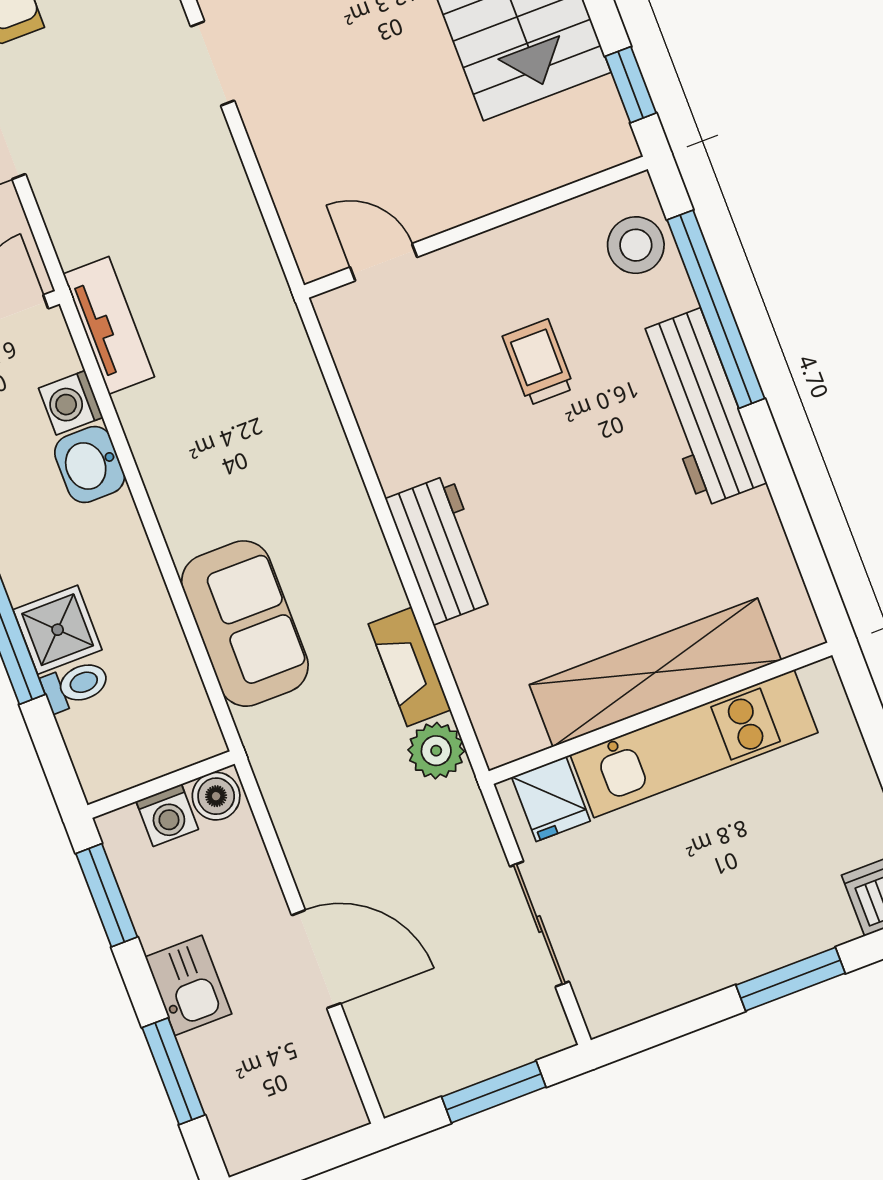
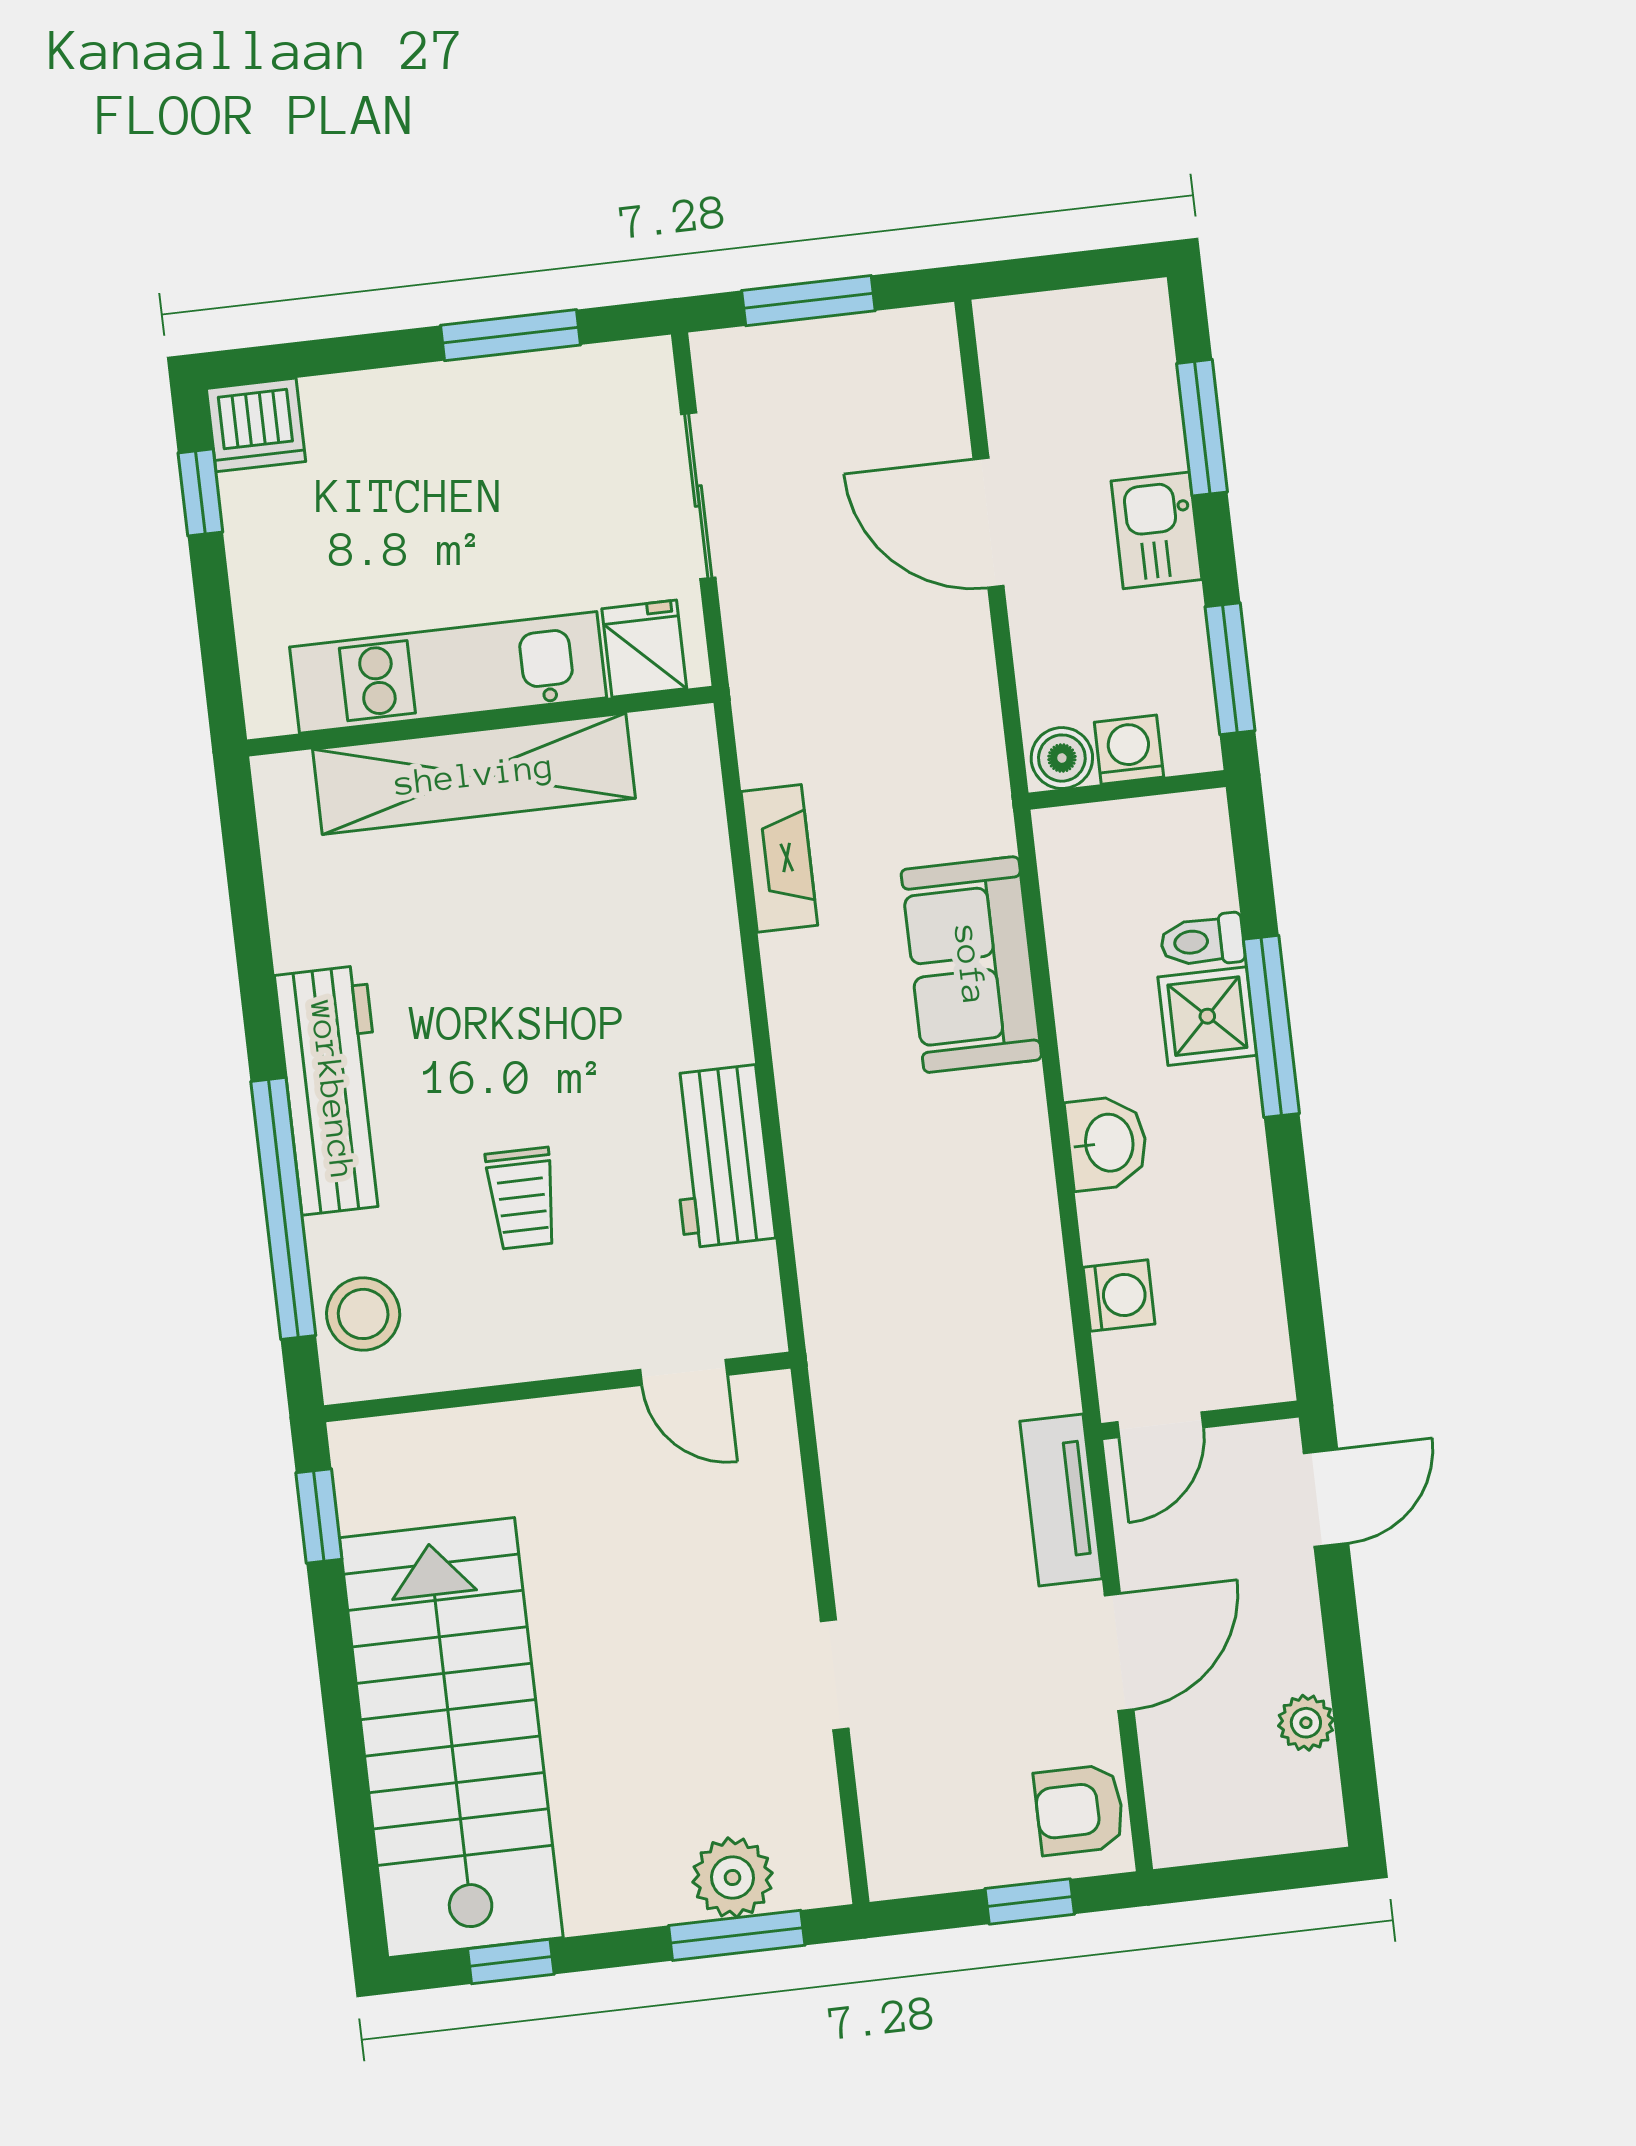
tv unit: (109, 325) -> (1061, 1500), moved
washbasin: (90, 464) -> (1107, 1143), moved
workbench: (442, 550) -> (721, 1156), moved
plant: (436, 751) -> (772, 745), removed
window: (791, 979) -> (510, 335), moved

